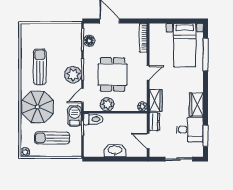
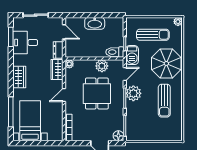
floor lamp: (89, 41) -> (118, 136), moved
wardrobe: (196, 105) -> (19, 77), moved

